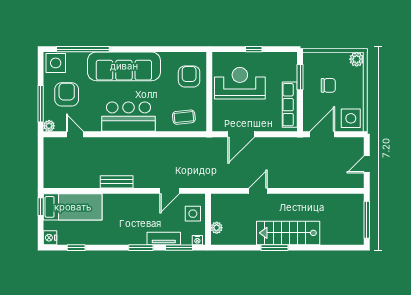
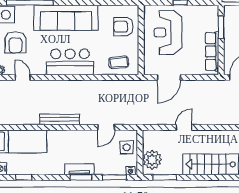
armchair: (189, 76) -> (123, 27), turned -90
reception desk: (240, 83) -> (168, 32), turned -90
armchair: (67, 94) -> (15, 42), turned 180
bench: (117, 182) -> (60, 119), width x1.36
plant: (217, 228) -> (152, 160), width x1.88, depth x1.88
tv unit: (164, 238) -> (79, 169), moved
window: (274, 248) -> (165, 177), moved

